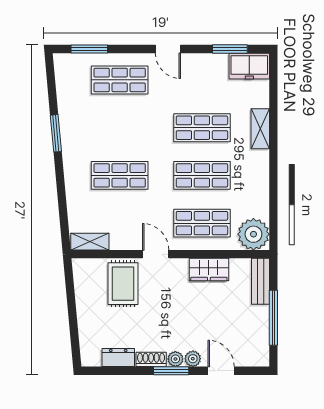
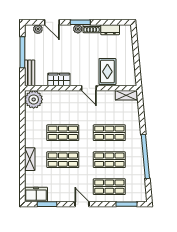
window: (56, 133) -> (145, 156), width x2.11
shop shelf: (202, 223) -> (109, 160), moved
plant: (193, 359) -> (38, 29), moved

